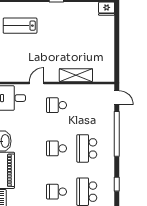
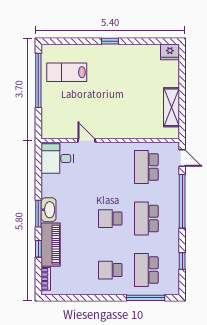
shelving: (76, 75) -> (171, 107), moved, turned 90
door: (37, 83) -> (86, 141), hinge flipped
school desk: (57, 105) -> (146, 167), moved, width x1.85

